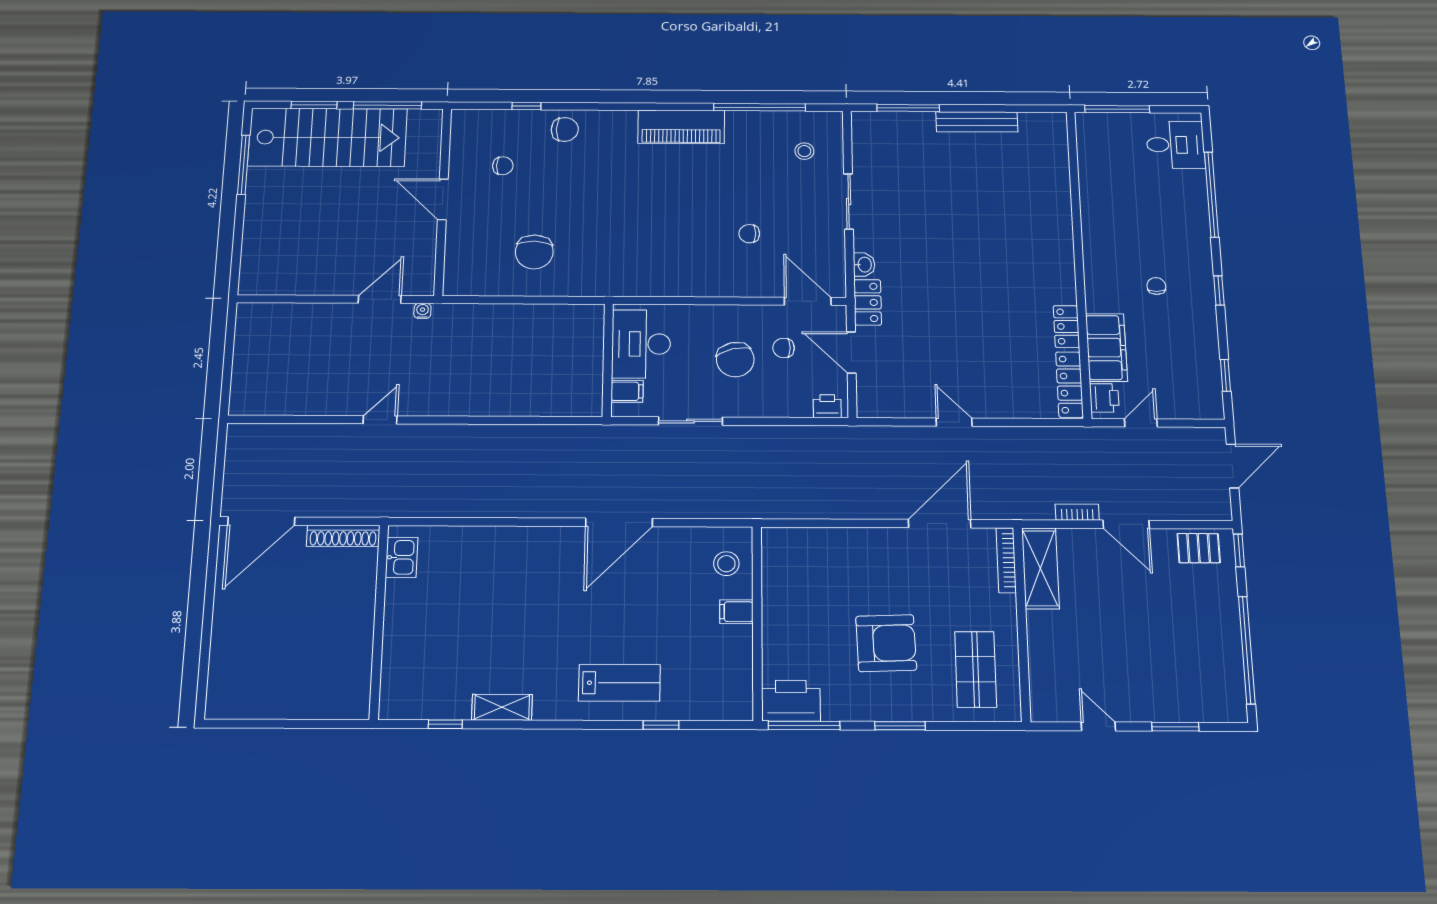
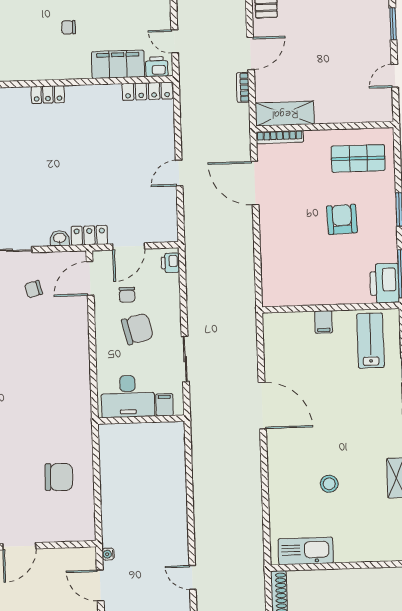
chair: (749, 234) -> (33, 289), moved, turned 75
locker: (1066, 327) -> (48, 95), moved
kitchen sink: (402, 557) -> (306, 551), width x1.88, depth x1.24
stool: (726, 564) -> (329, 484), moved
armchair: (886, 643) -> (342, 219), width x0.73, depth x0.73
lab bench: (619, 683) -> (370, 341), moved

